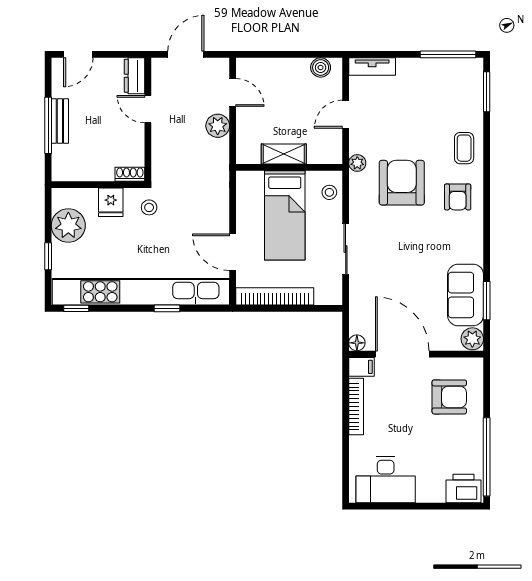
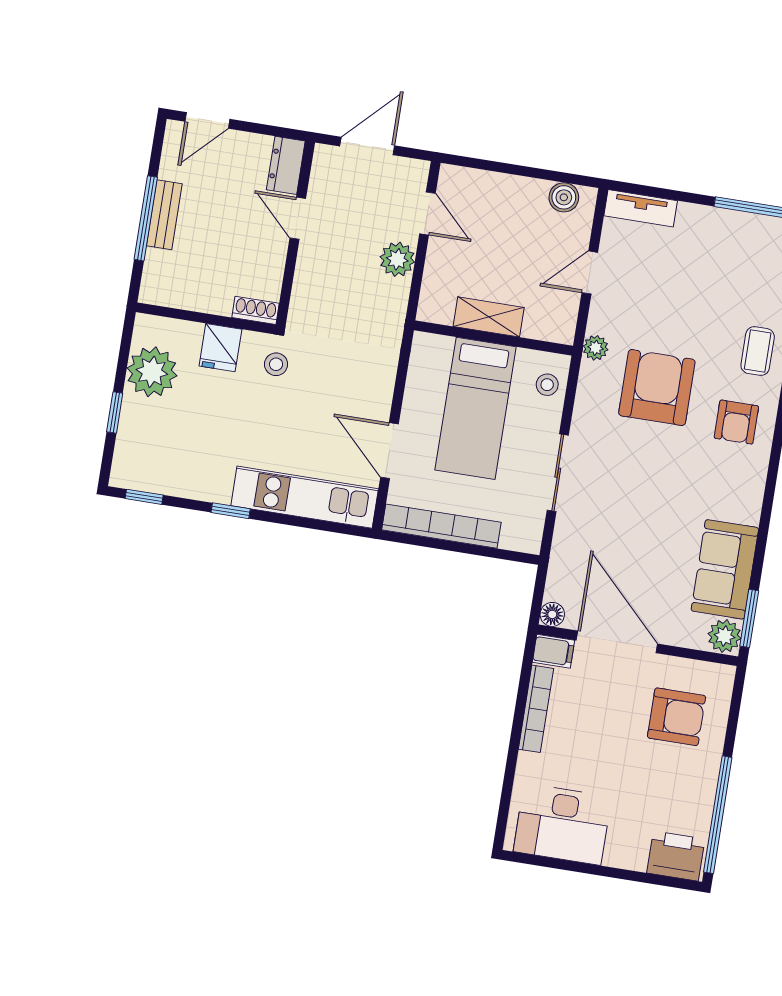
kitchen unit: (141, 292) -> (305, 497), width x0.54
window: (487, 301) -> (749, 618), moved
window: (167, 308) -> (231, 511), moved

